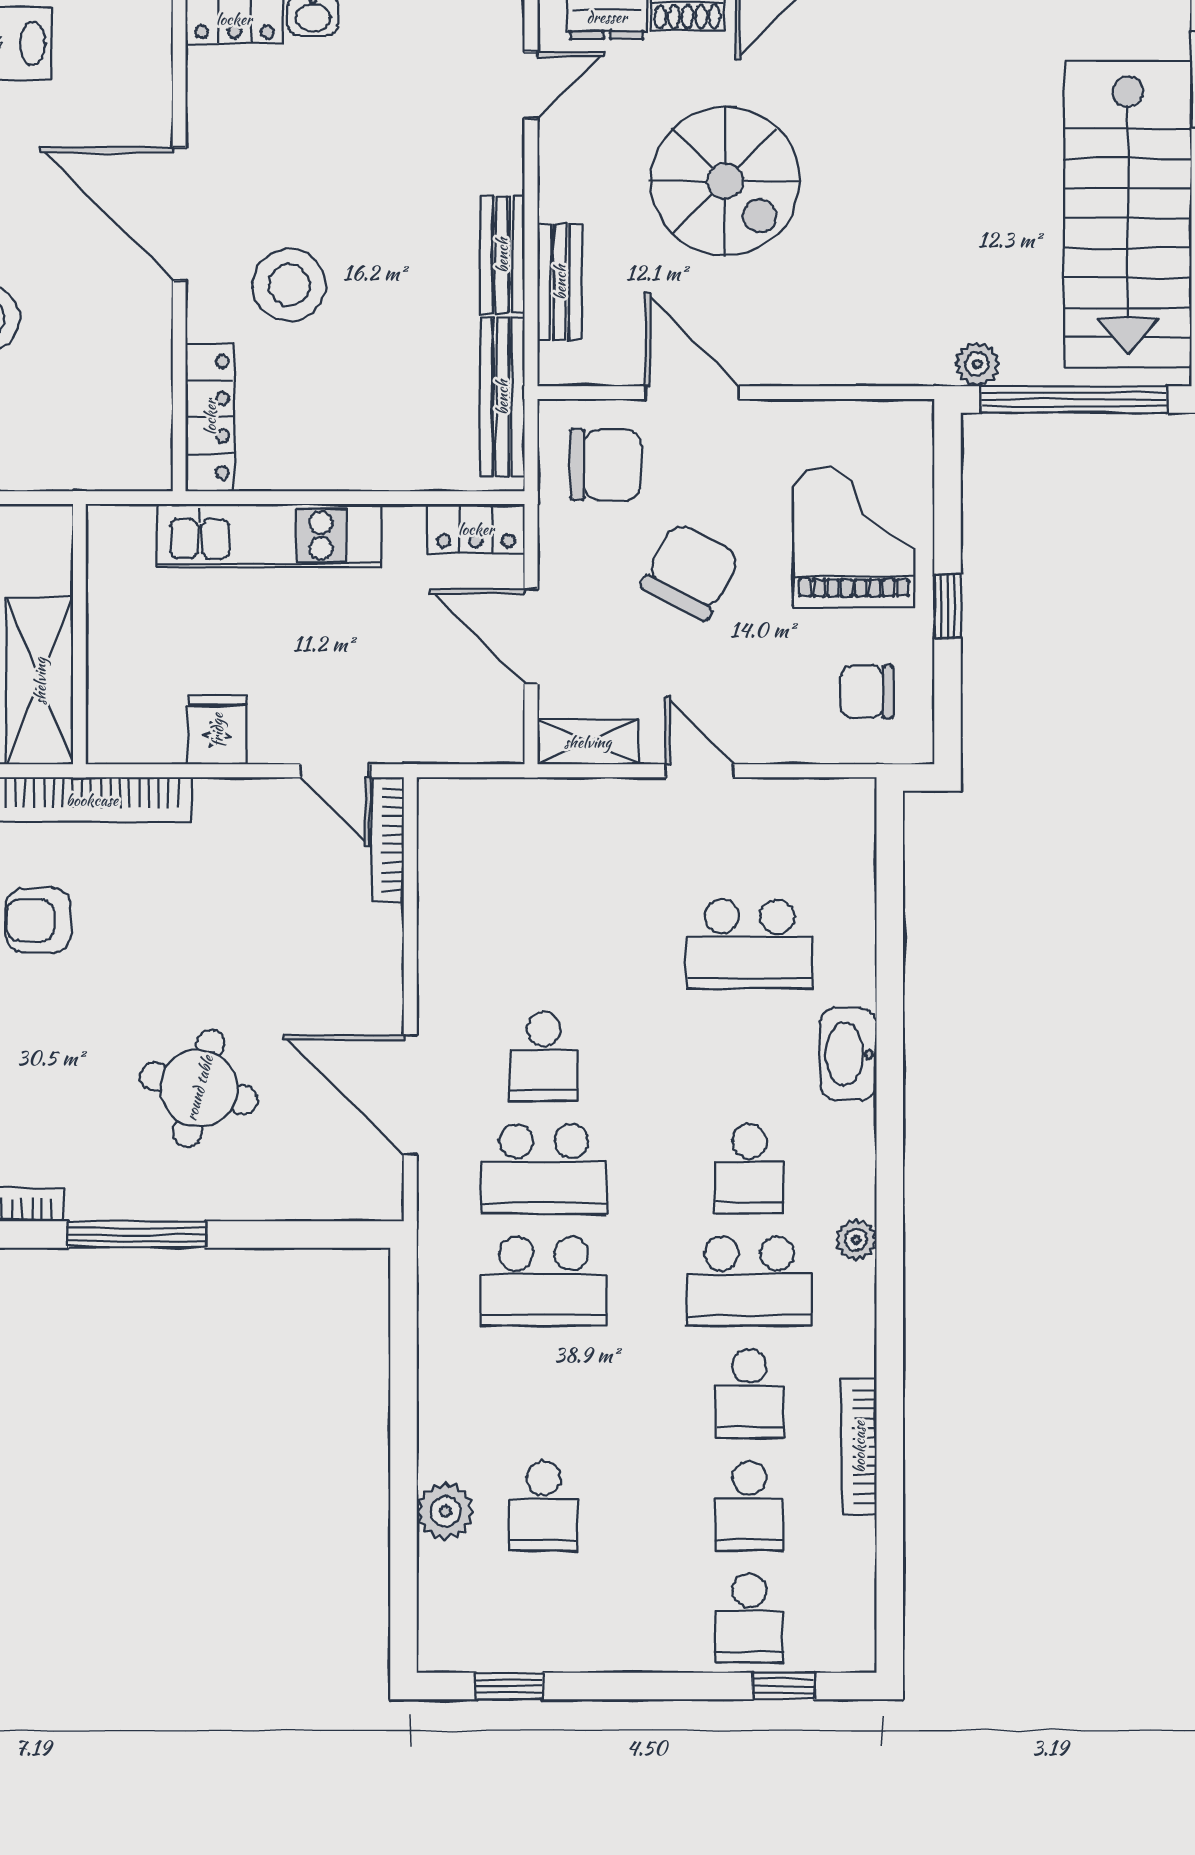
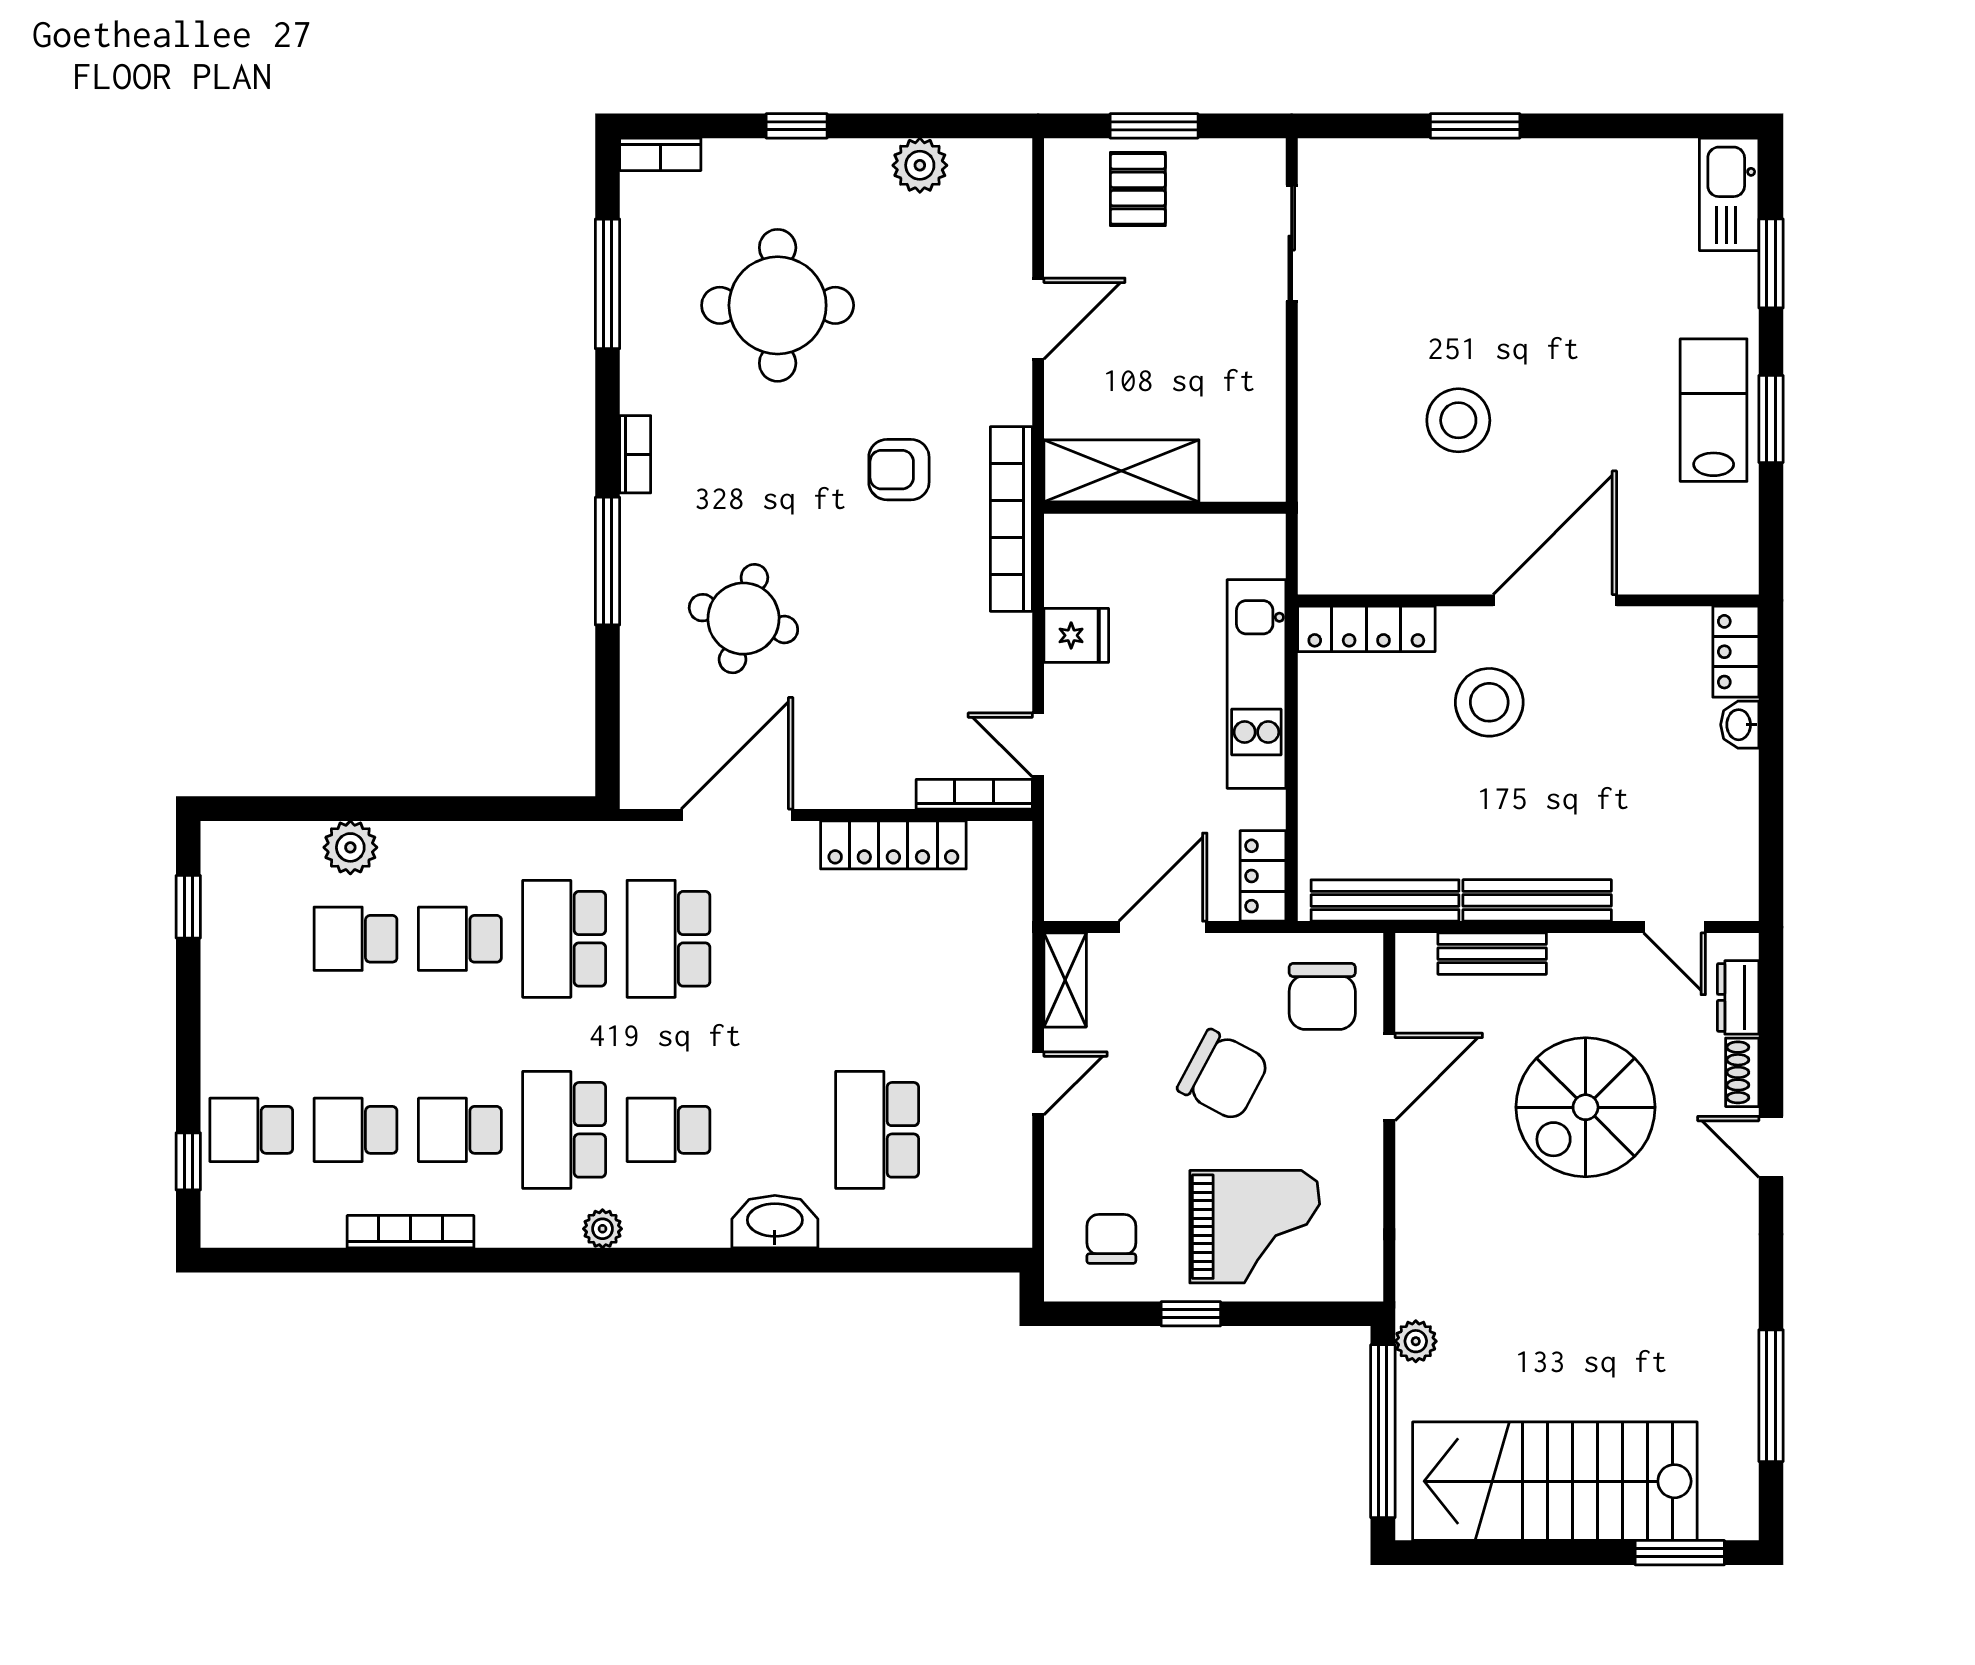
bench: (502, 255) -> (1537, 900), width x1.36
door: (335, 771) -> (1038, 745), hinge flipped
armchair: (38, 921) -> (899, 470), turned -90
locker: (442, 927) -> (893, 845), added
school desk: (544, 1056) -> (460, 939), moved

